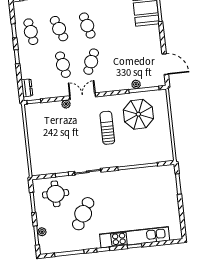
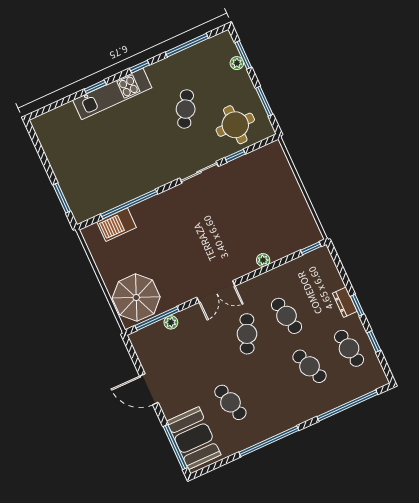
cafe table: (87, 26) -> (230, 402), moved
door: (165, 64) -> (149, 389), moved
dresser: (27, 88) -> (345, 302), moved
double door: (83, 96) -> (216, 292), moved
parasol: (138, 114) -> (136, 298), moved
sun lounger: (107, 128) -> (192, 245), removed
barbecue: (150, 156) -> (117, 225), added
cafe table: (83, 214) -> (186, 109), width x0.73, depth x0.74
kitchen unit: (135, 237) -> (112, 94), width x0.73

